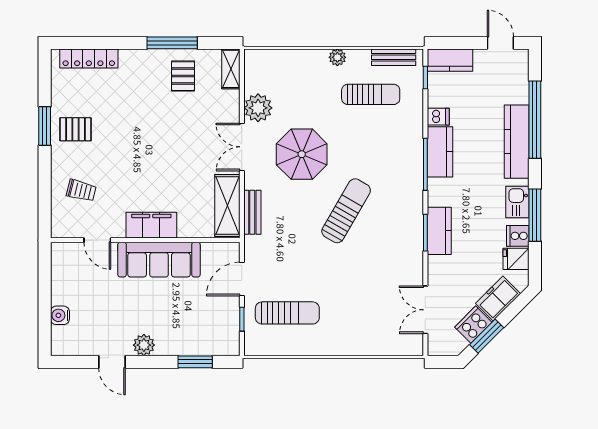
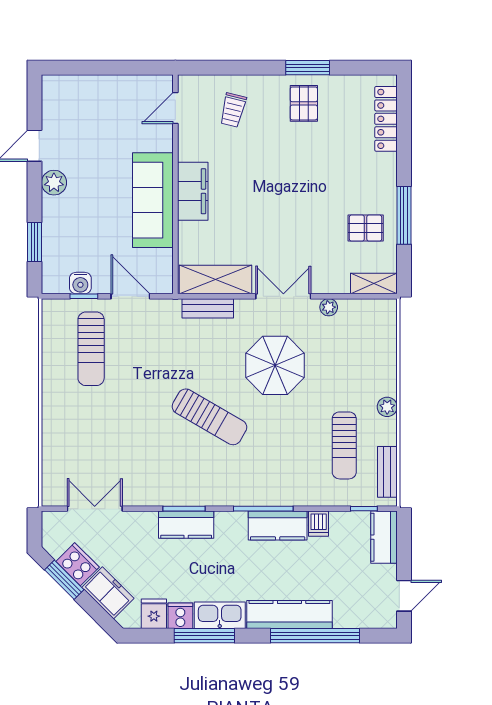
plant: (258, 108) -> (329, 307), width x0.53, depth x0.53
kitchen sink: (517, 202) -> (220, 615), width x1.38
door: (97, 240) -> (175, 108), moved
water cooler: (60, 315) -> (80, 283), moved, turned 180

